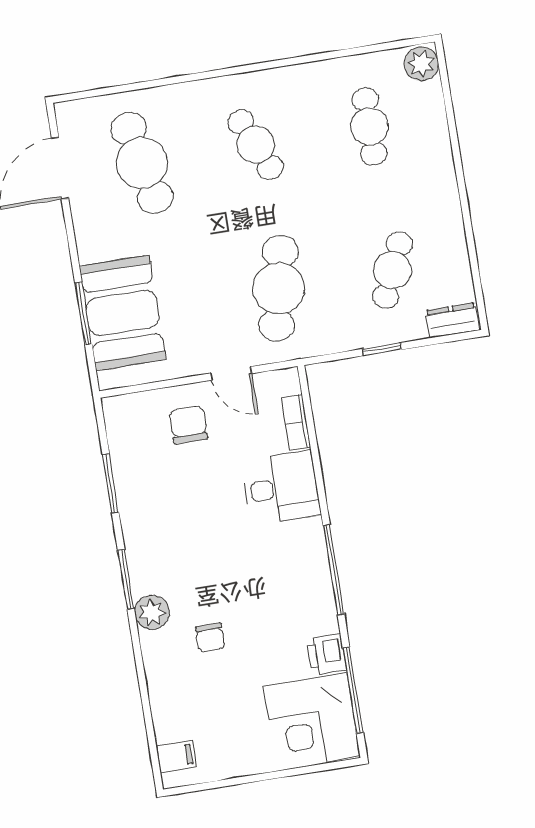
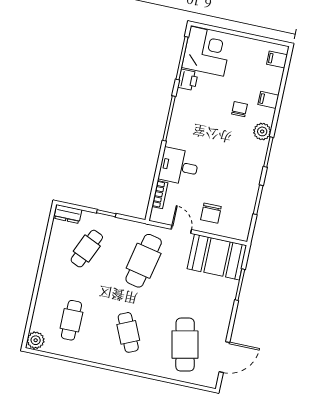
booth: (122, 313) -> (217, 257), moved, turned 90
filing cabinet: (163, 675) -> (268, 100), added

